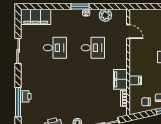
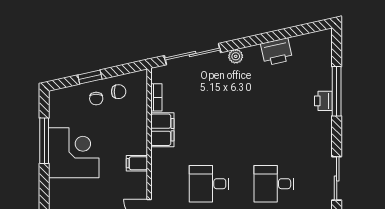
filing cabinet: (135, 80) -> (137, 163), moved

